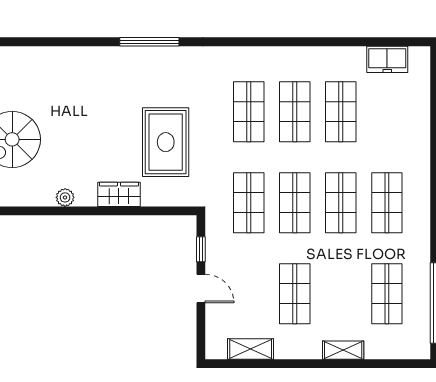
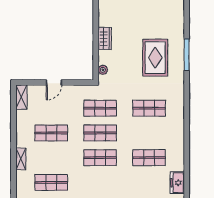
shop shelf: (295, 112) -> (149, 133), removed
rug: (166, 142) -> (155, 58), moved, turned 90
plant: (65, 197) -> (103, 70), moved
shop shelf: (387, 203) -> (100, 182), removed
window: (201, 249) -> (75, 82), removed
shelving: (251, 349) -> (21, 97), moved

